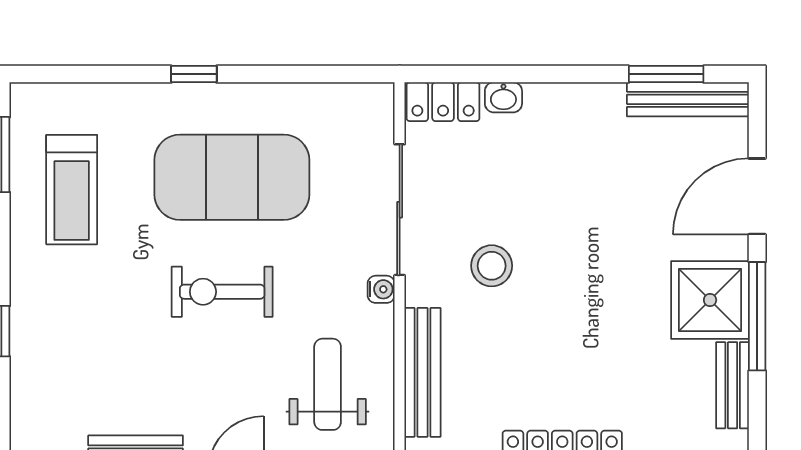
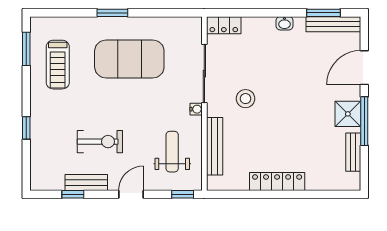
window: (194, 74) -> (112, 13), width x1.50
washbasin: (503, 97) -> (284, 23), moved
exercise bike: (222, 292) -> (100, 142), moved, turned 180
shower: (710, 300) -> (348, 114), width x0.73, depth x0.73

